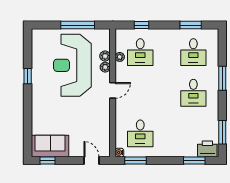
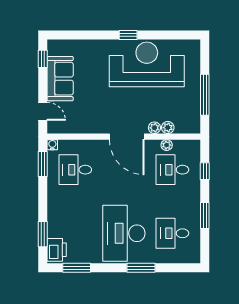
window: (191, 25) -> (205, 216), moved
reception desk: (72, 65) -> (147, 64), moved
window: (28, 76) -> (128, 35), moved
door: (113, 90) -> (127, 137), width x1.88
desk: (193, 93) -> (124, 233), width x1.87, depth x1.30
sofa: (50, 146) -> (60, 79), moved
door: (92, 160) -> (43, 111), hinge flipped

